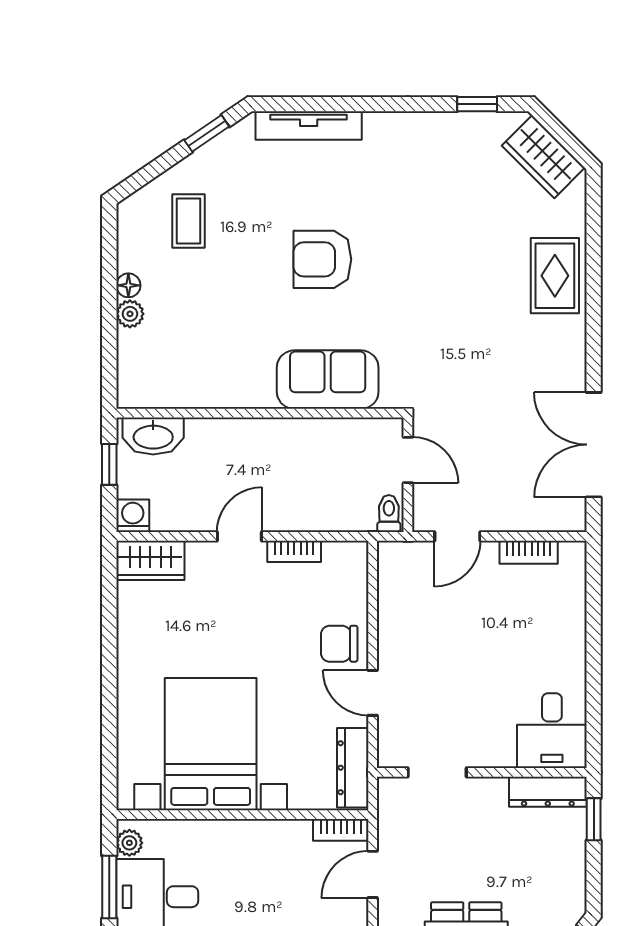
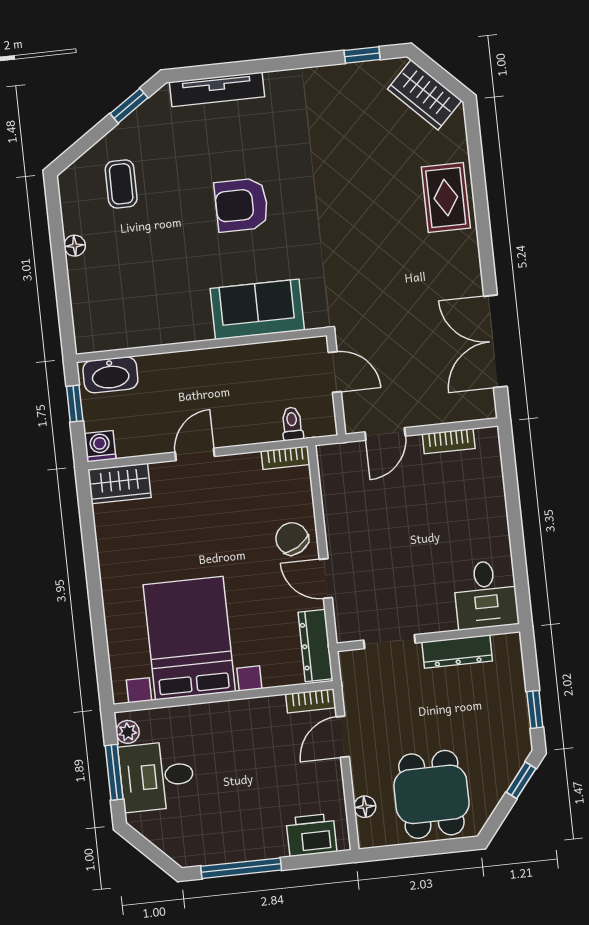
plant: (130, 314) -> (79, 270), removed
toilet: (389, 513) -> (292, 424), moved
bookcase: (294, 551) -> (286, 458), moved
chair: (339, 644) -> (292, 539), turned 59
dresser: (548, 792) -> (457, 652), moved
window: (594, 819) -> (535, 709), moved

